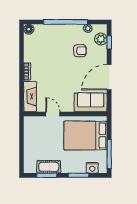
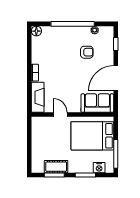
plant: (101, 39) -> (108, 41), removed

